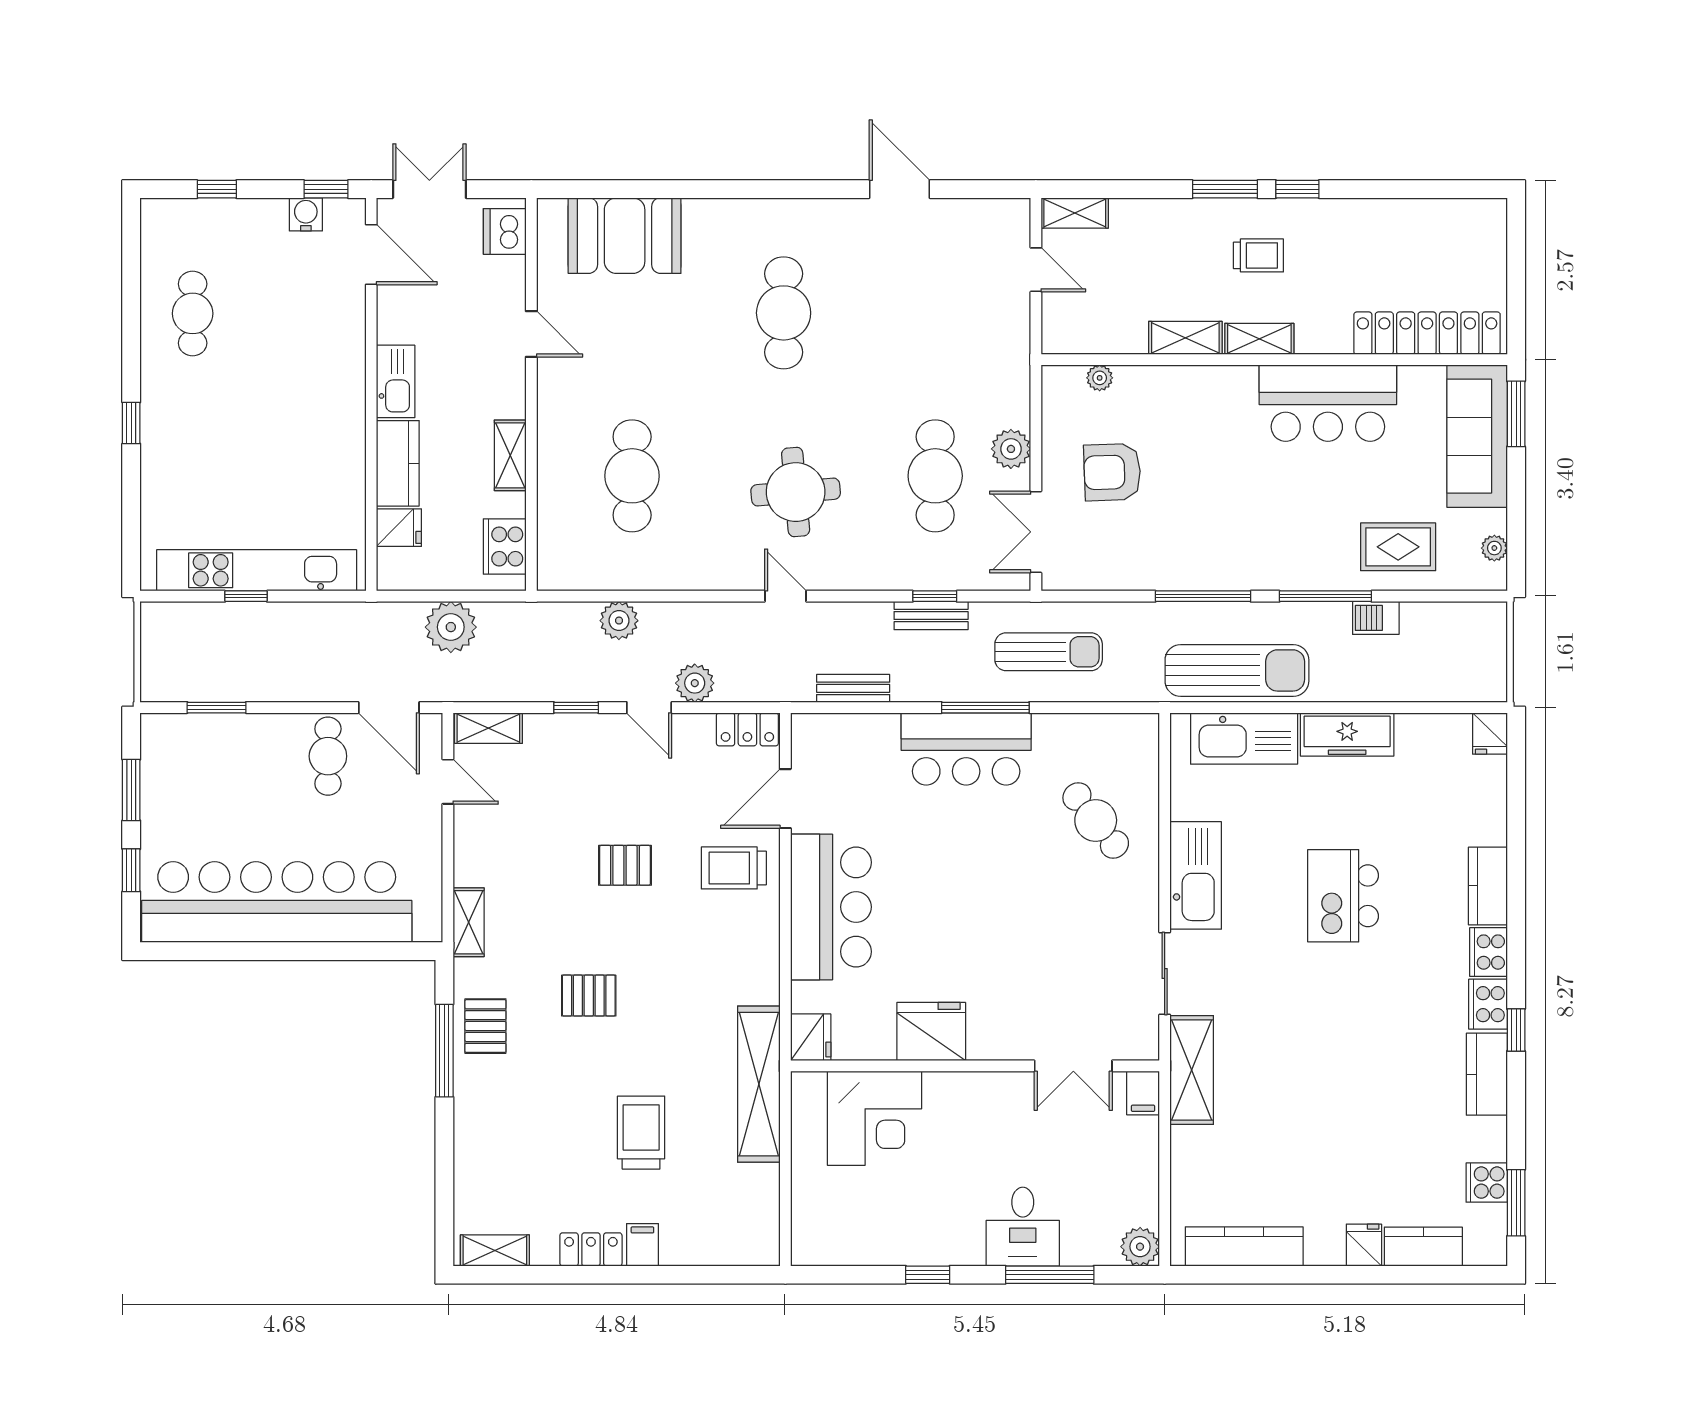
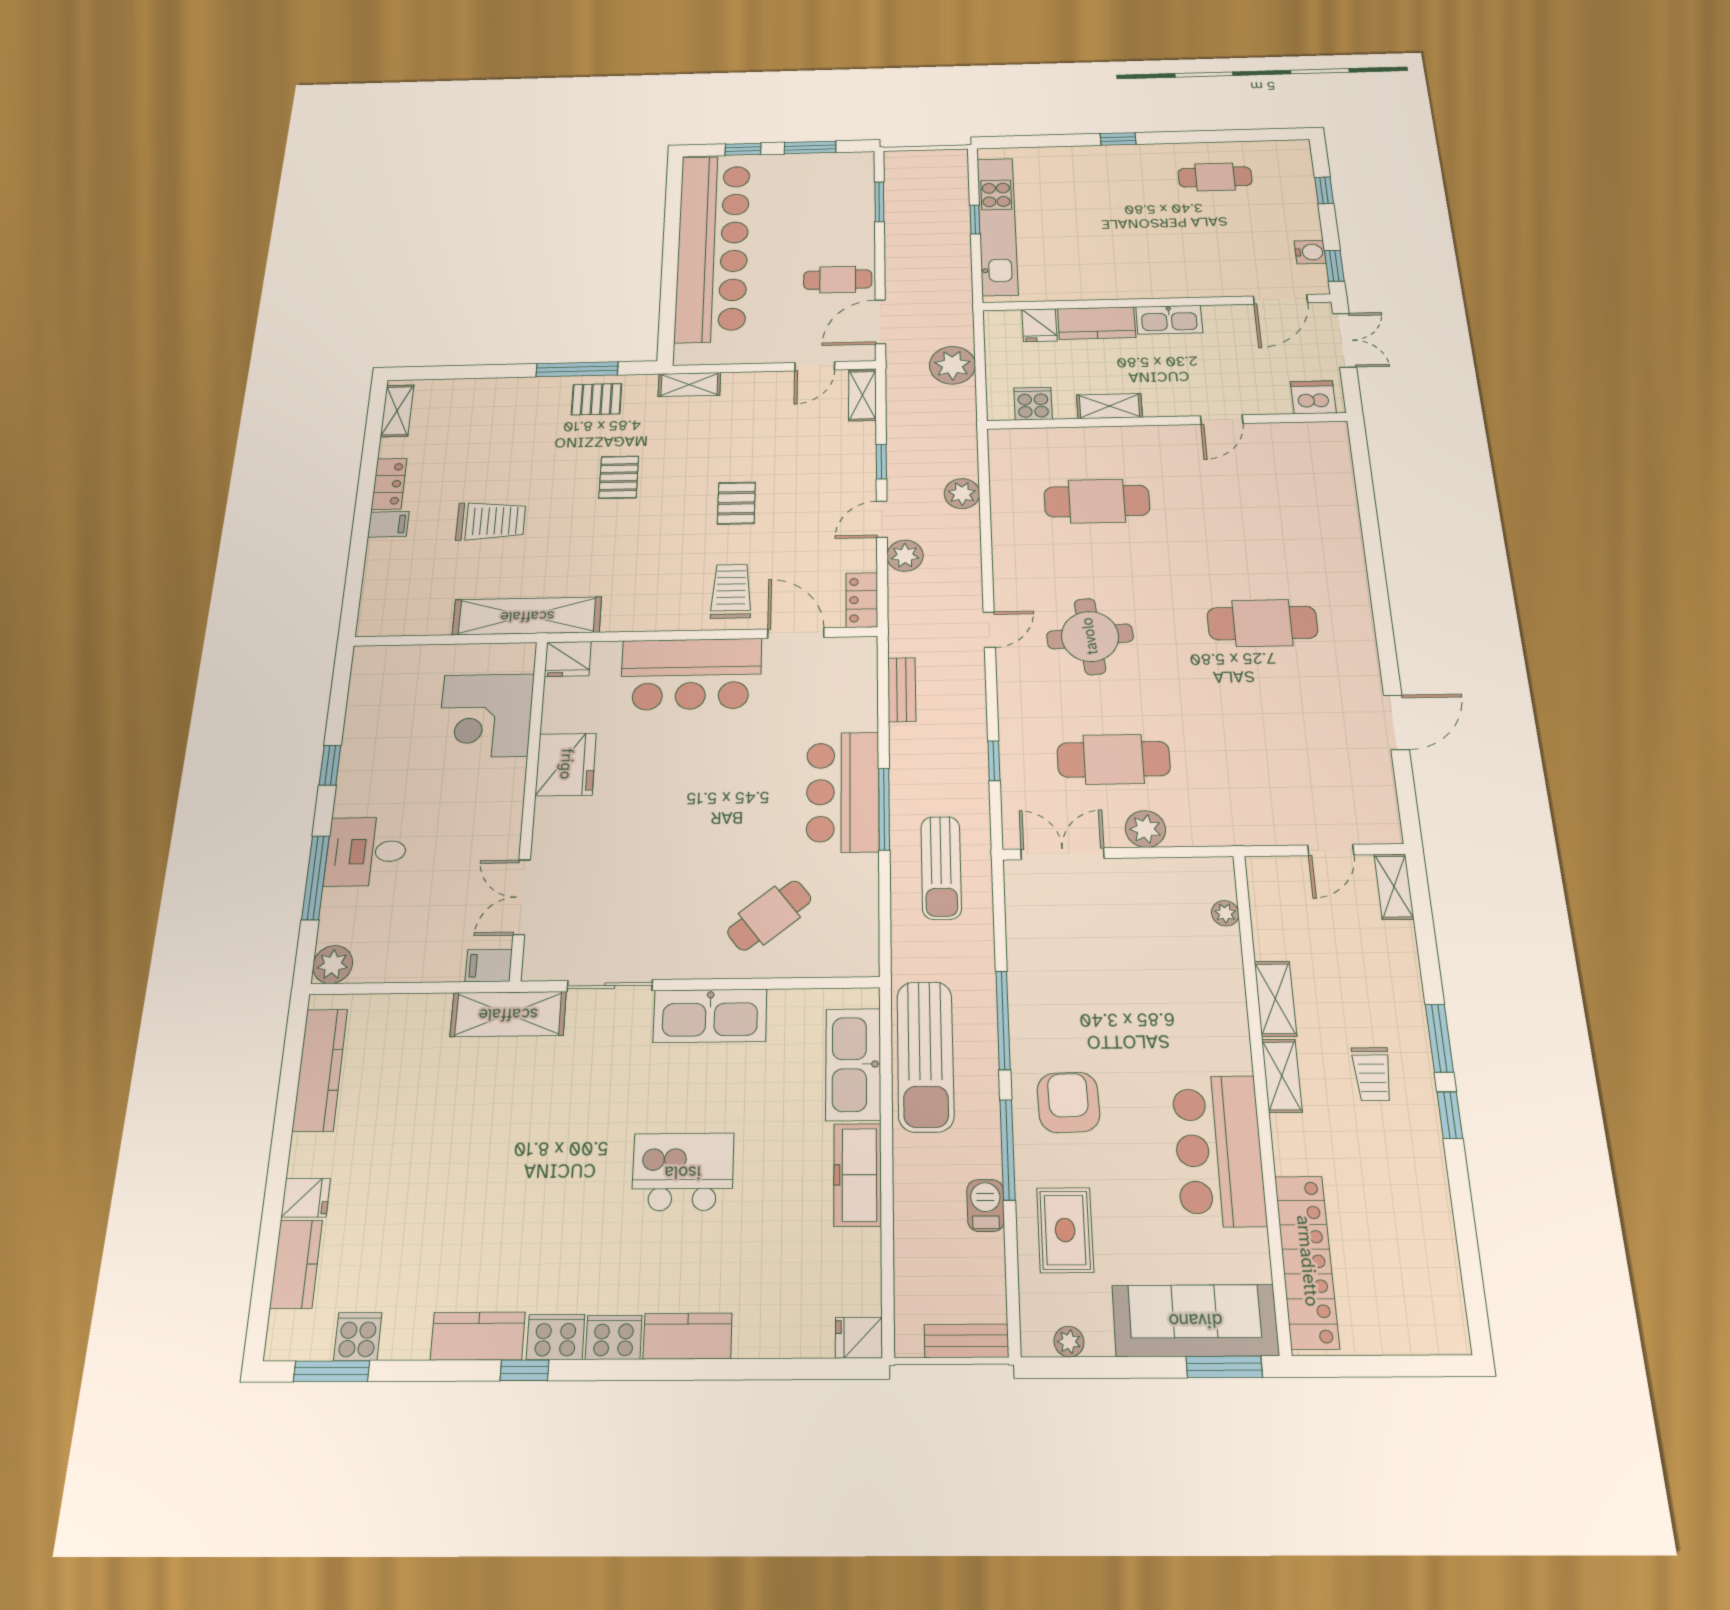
booth: (625, 236) -> (1321, 491), removed
armchair: (1112, 472) -> (1068, 1102), moved
cooker: (505, 547) -> (1033, 404), width x0.73
bench: (931, 616) -> (966, 1341), moved, turned 90

